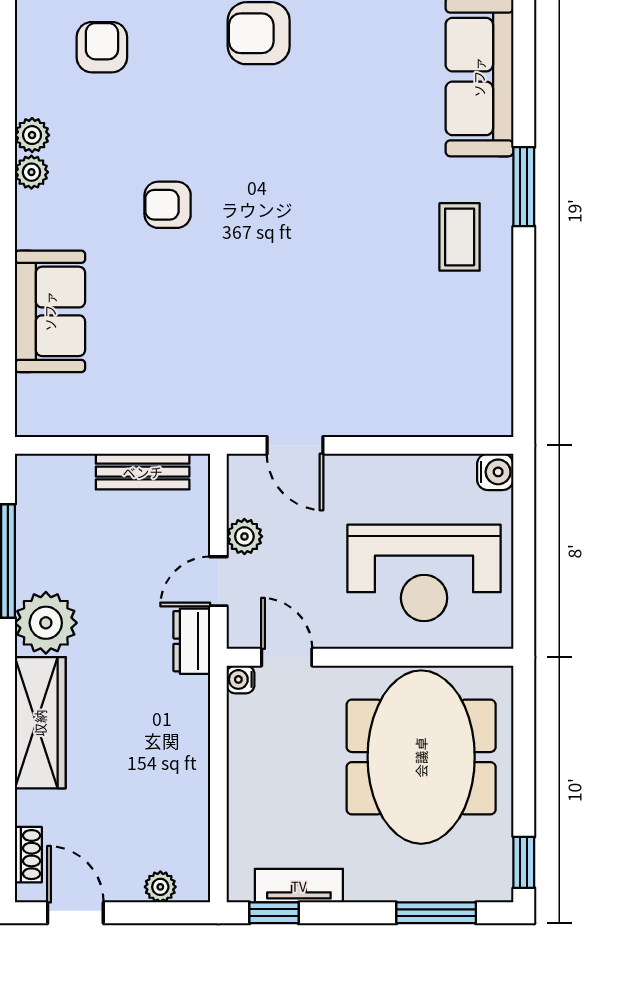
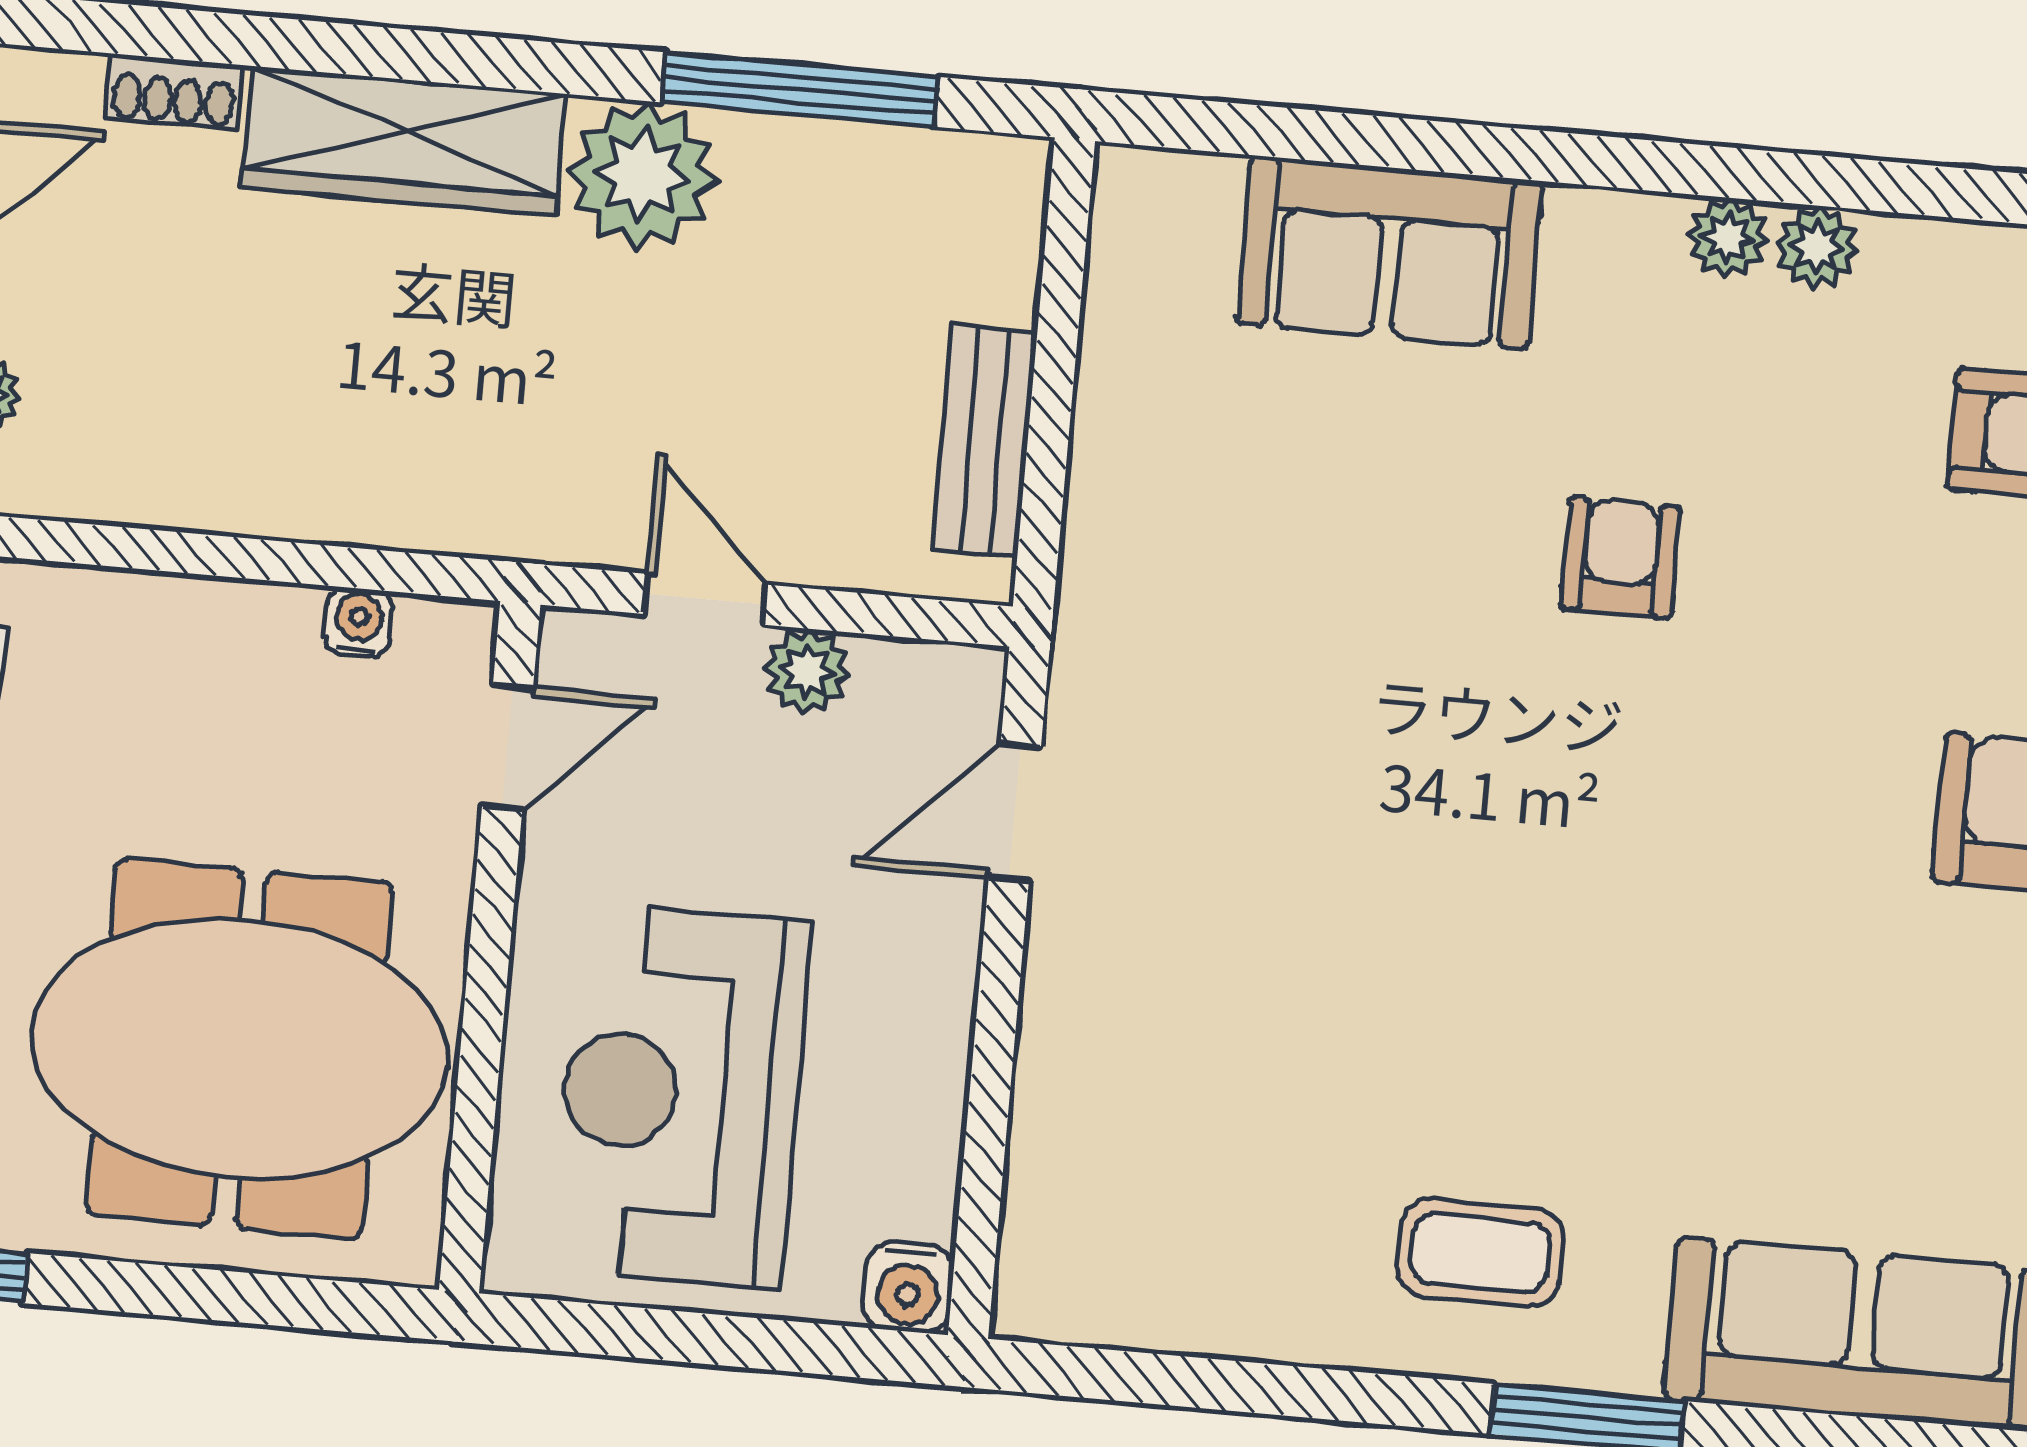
dresser: (192, 641) -> (567, 522), removed
water cooler: (241, 679) -> (359, 622), moved
shoe rack: (28, 855) -> (174, 91), moved

